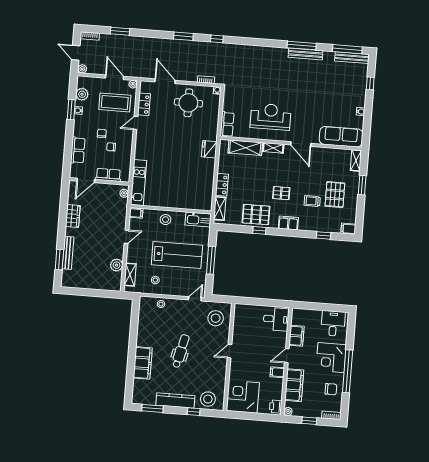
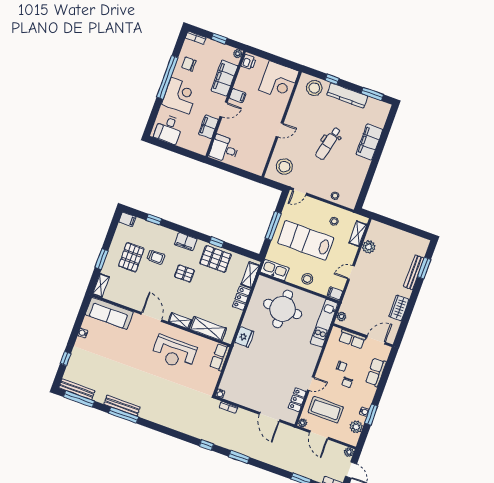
round table: (188, 103) -> (283, 309), moved, width x1.36, depth x1.36

